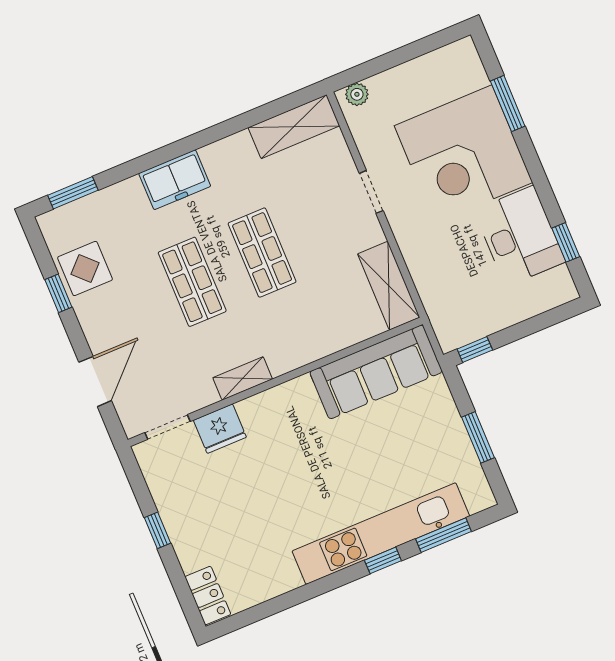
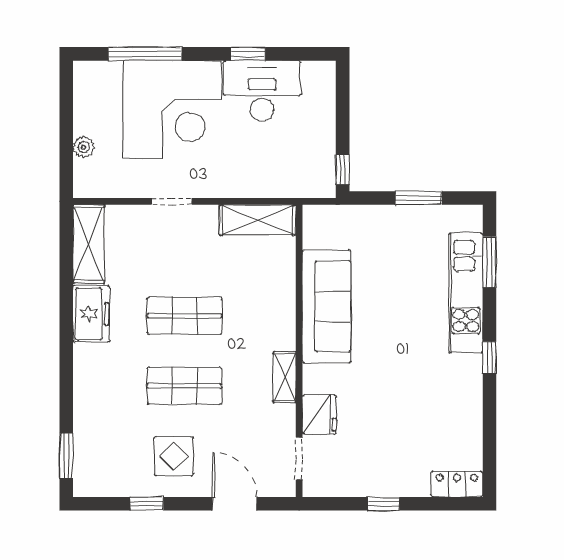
plant: (357, 94) -> (84, 147), moved
window: (508, 104) -> (145, 54), width x1.44
freezer: (175, 180) -> (91, 314), moved
window: (566, 242) -> (248, 54), moved
display table: (85, 269) -> (174, 456), moved
sofa: (376, 372) -> (326, 306), moved
kitchen unit: (381, 534) -> (466, 293), width x0.73
window: (383, 560) -> (489, 358), moved

